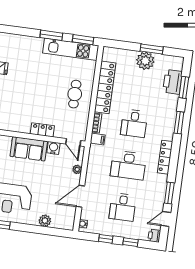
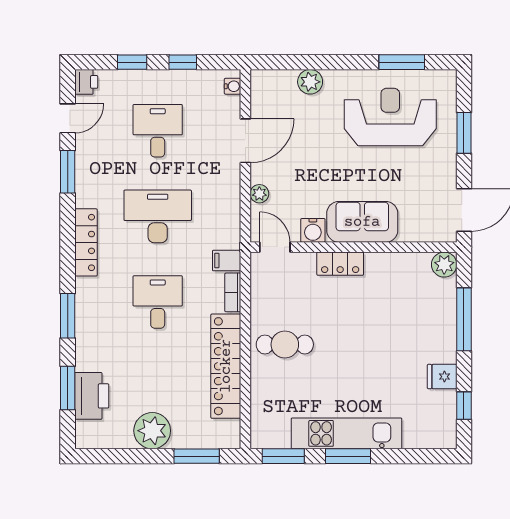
kitchen unit: (71, 49) -> (346, 433), moved
window: (152, 49) -> (197, 456), moved
cafe table: (75, 94) -> (285, 344), turned 90

